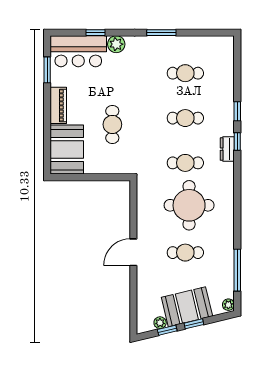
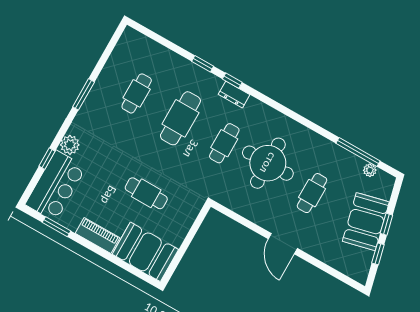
cafe table: (185, 118) -> (180, 118), width x1.37, depth x1.35
plant: (228, 305) -> (370, 170), moved
plant: (160, 323) -> (367, 257), removed

